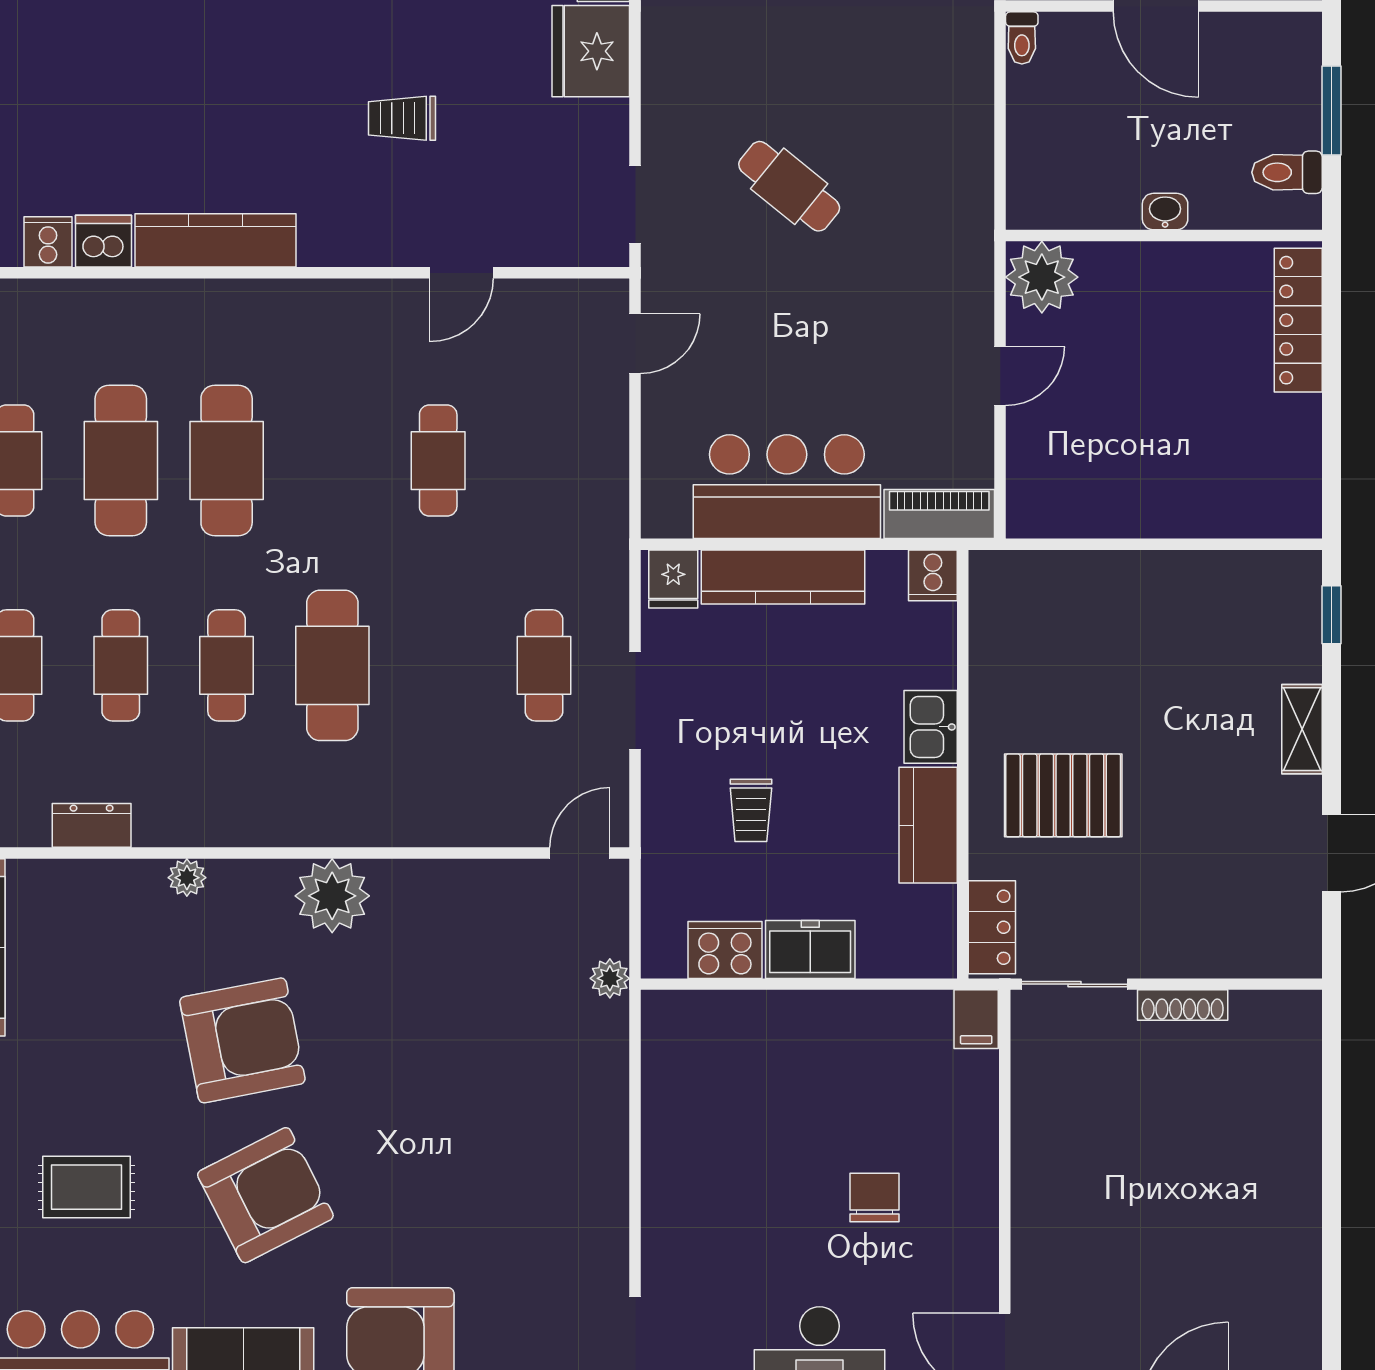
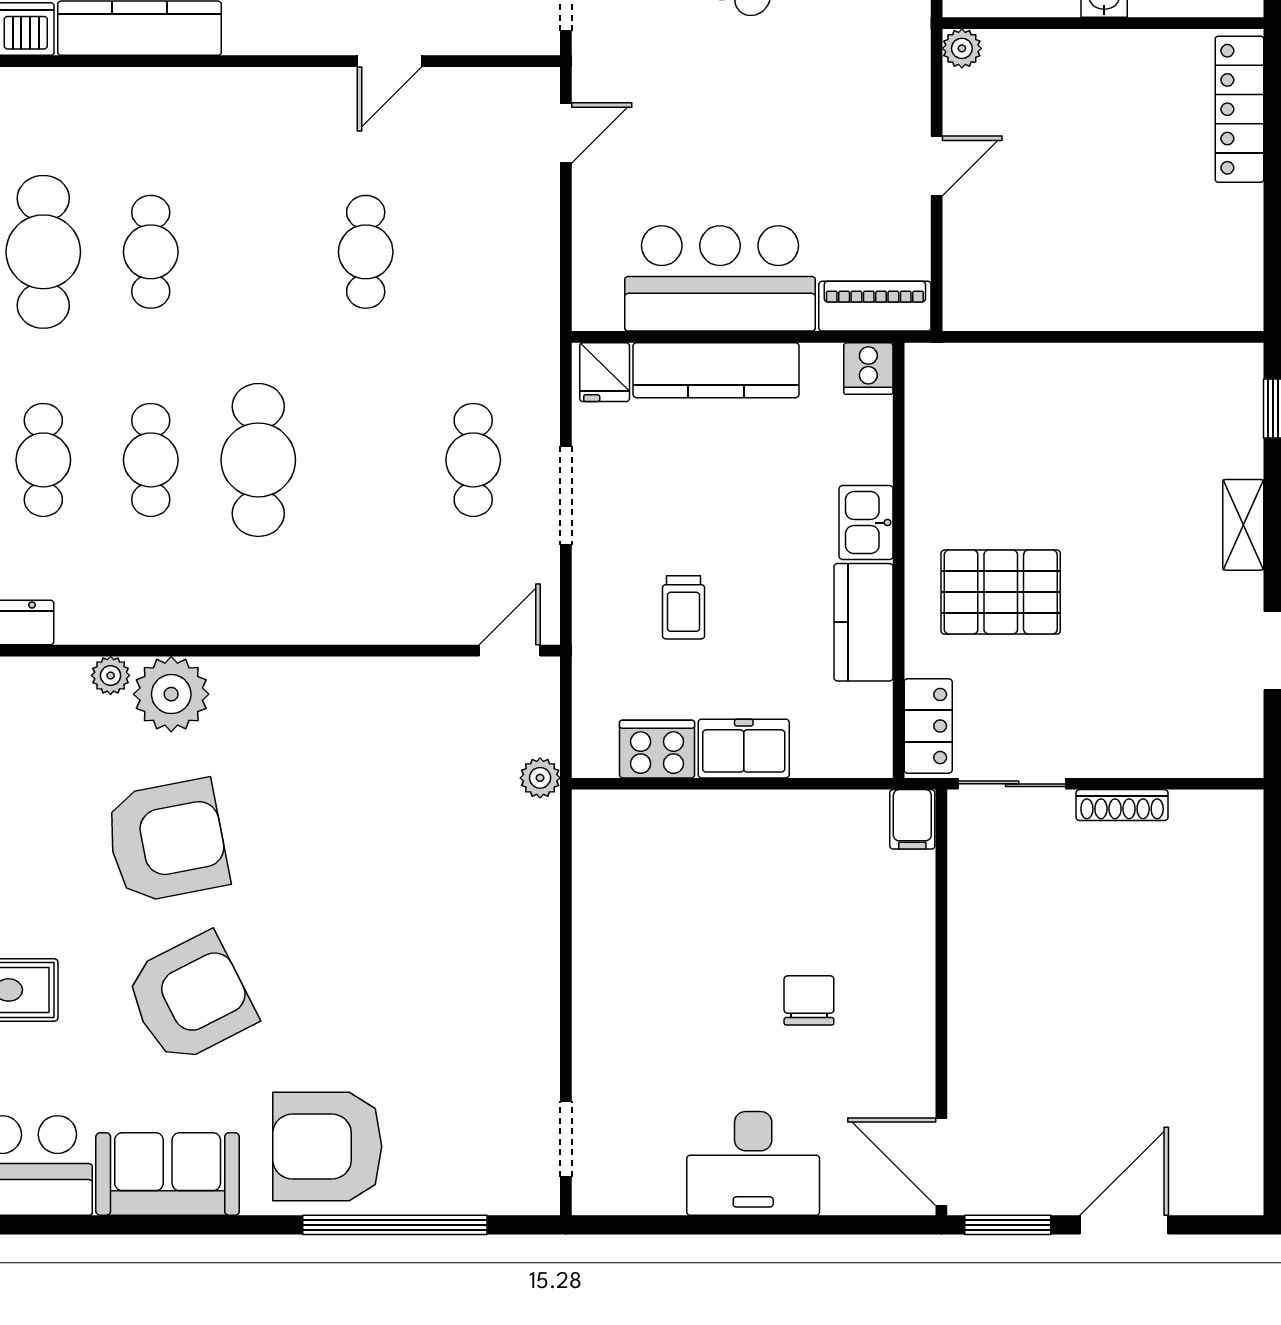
plant: (1042, 277) -> (962, 48), width x0.53, depth x0.53
cafe table: (227, 461) -> (151, 252), width x0.73, depth x0.74
plant: (332, 896) -> (171, 694), moved

